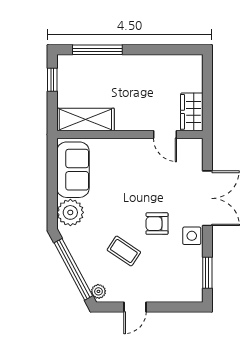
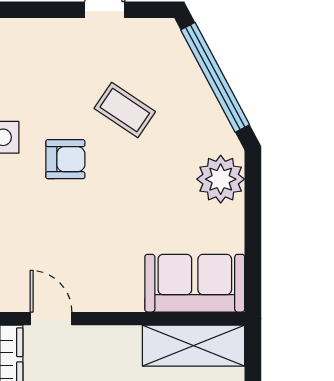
sofa: (73, 170) -> (195, 283), moved, turned 90
plant: (98, 291) -> (170, 38), removed

